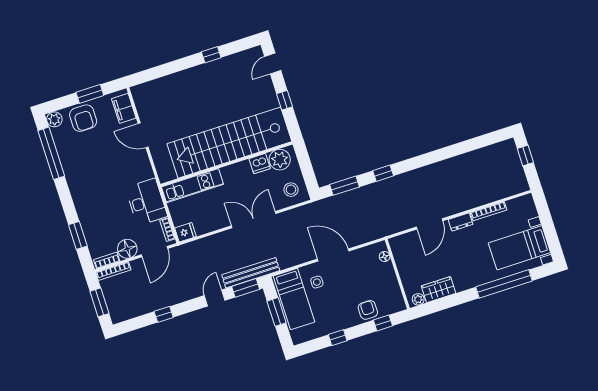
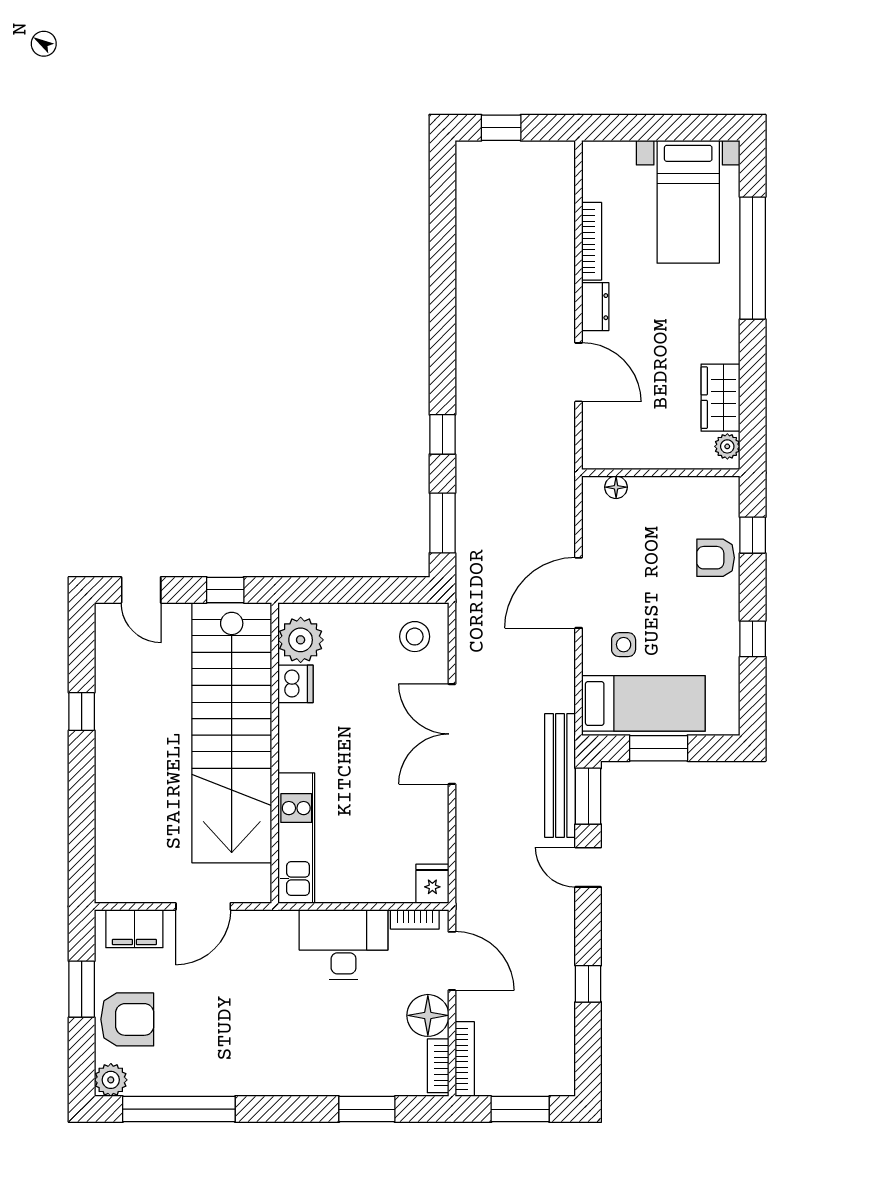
stairs: (229, 143) -> (232, 733), moved
plant: (280, 160) -> (301, 640), moved
wall: (227, 164) -> (275, 753), moved
dishwasher: (260, 164) -> (295, 684), moved
kitchen unit: (192, 186) -> (296, 838), moved

